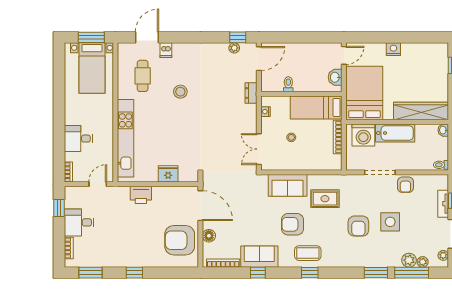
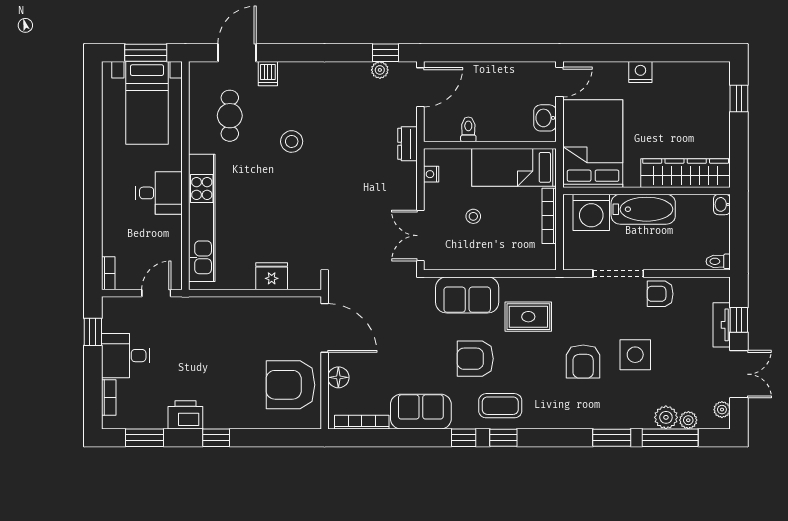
desk: (78, 139) -> (159, 193), moved, turned 180
armchair: (405, 185) -> (660, 294), turned 90
printer: (141, 195) -> (185, 415), moved, turned 180
window: (258, 273) -> (464, 438), moved

